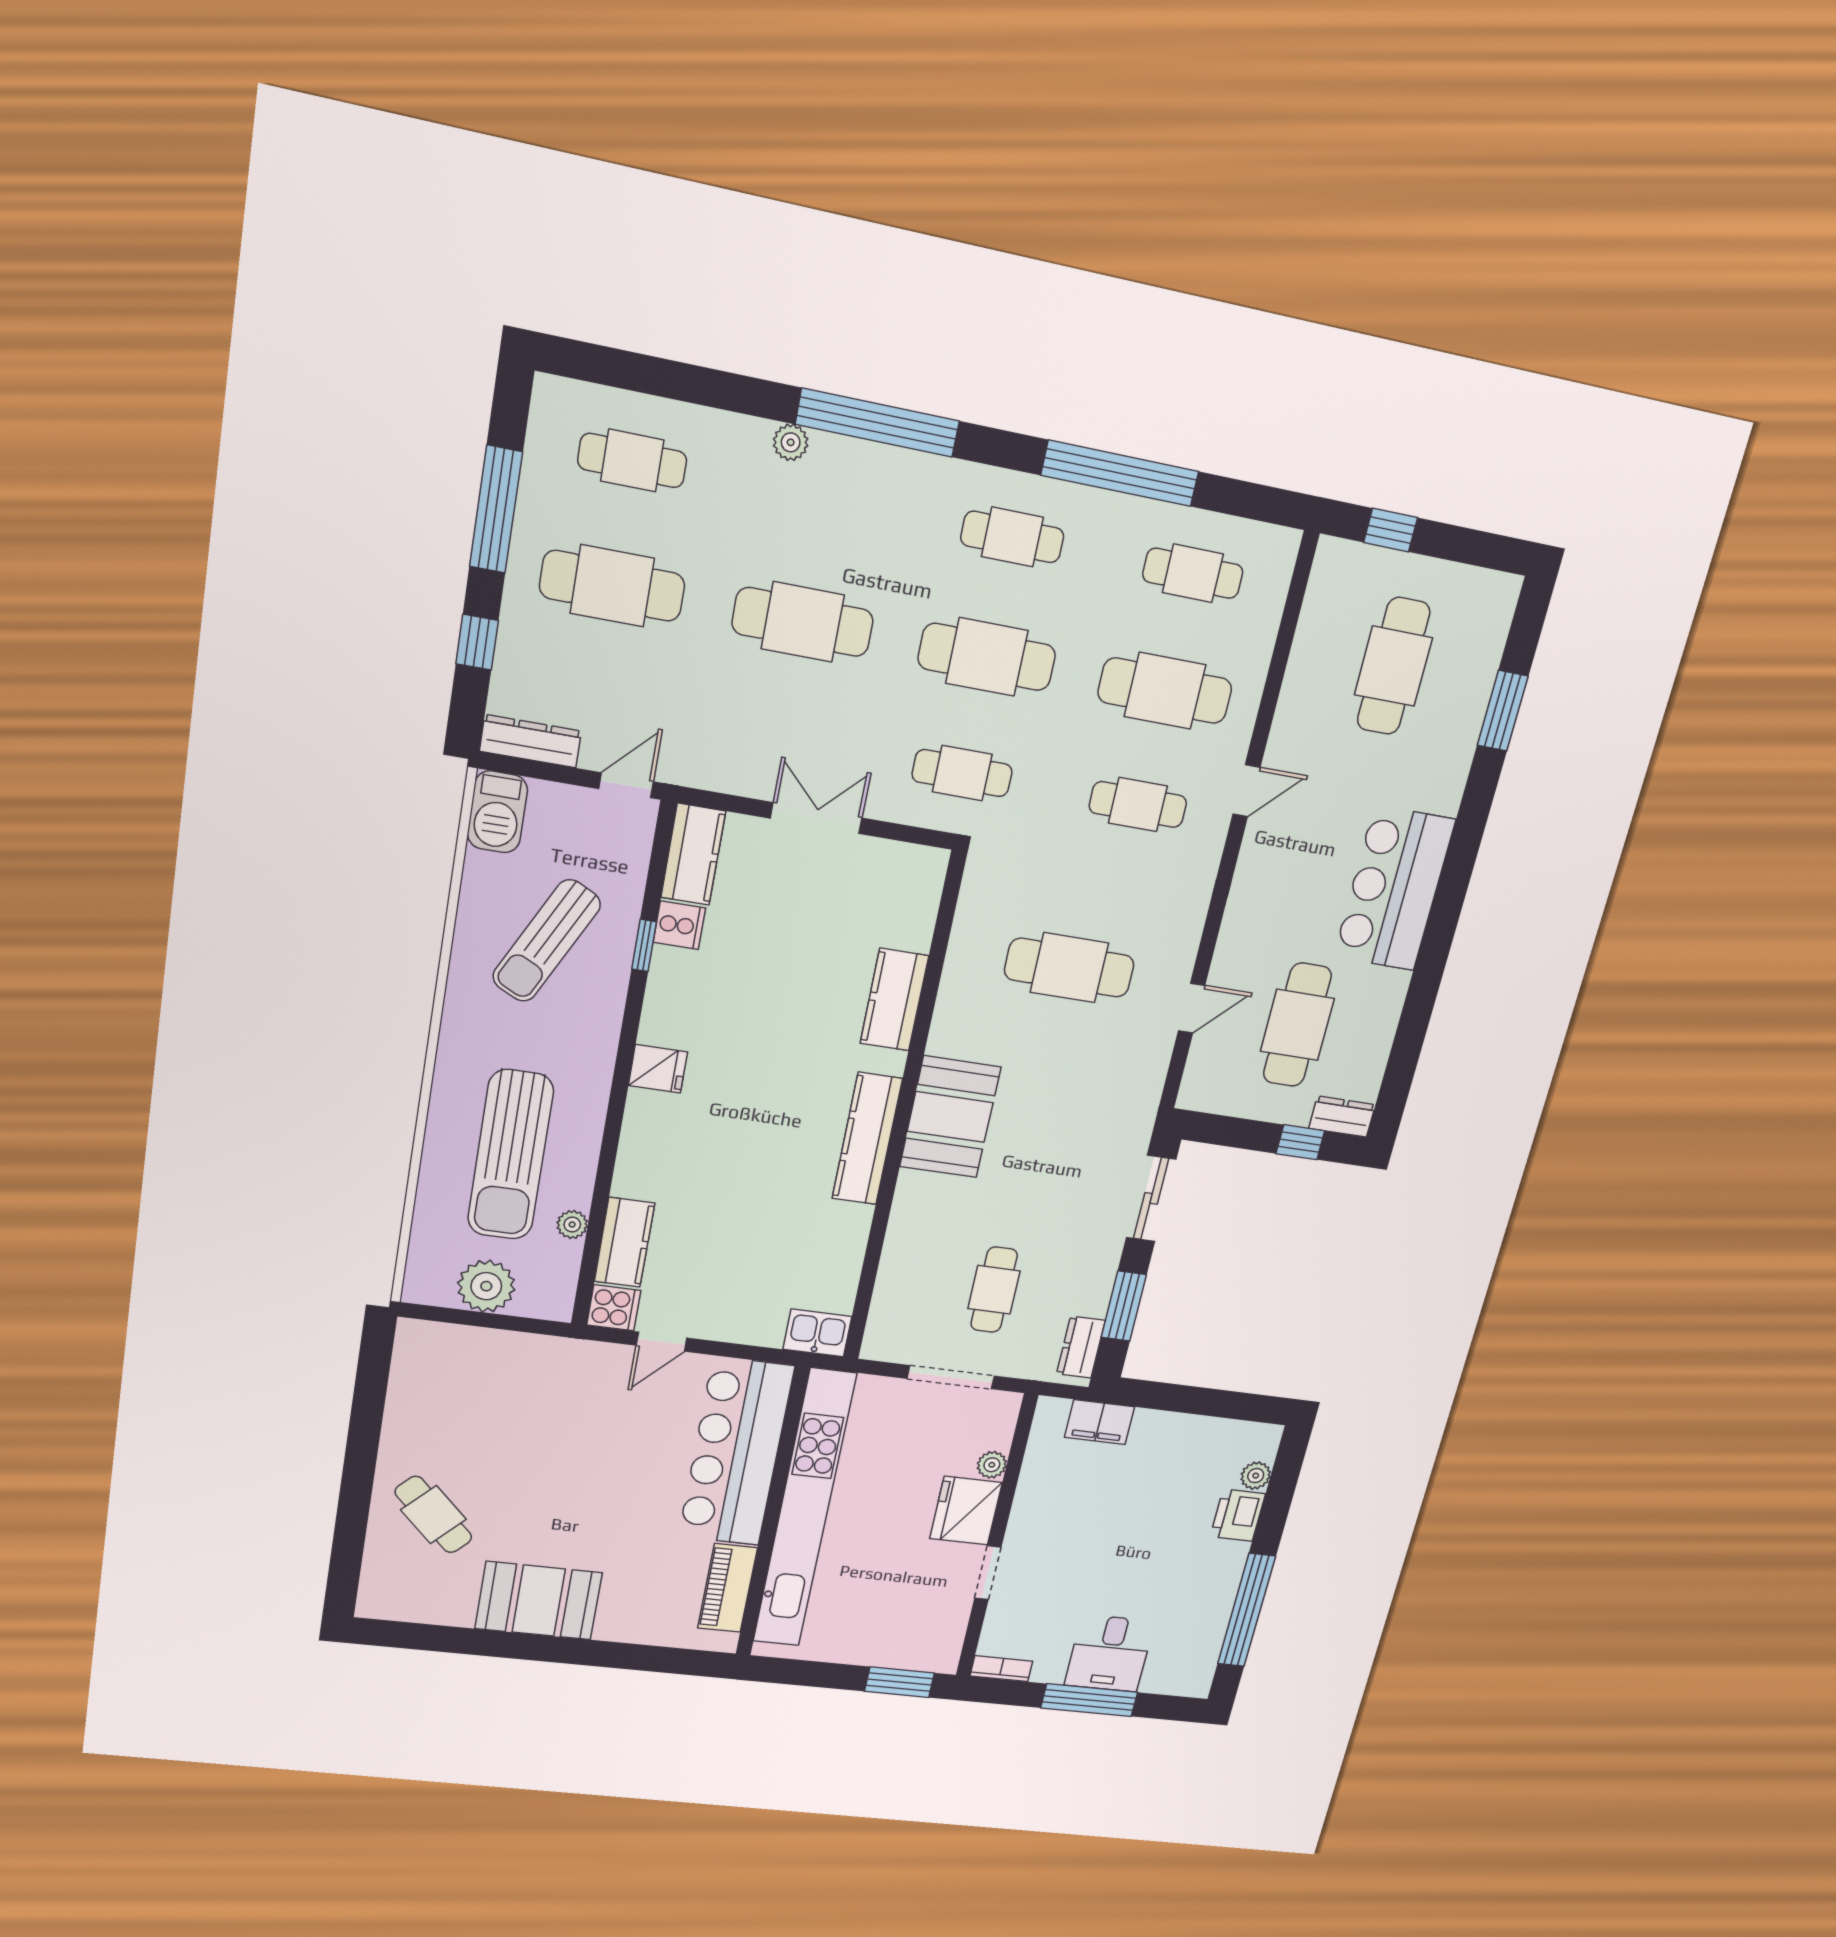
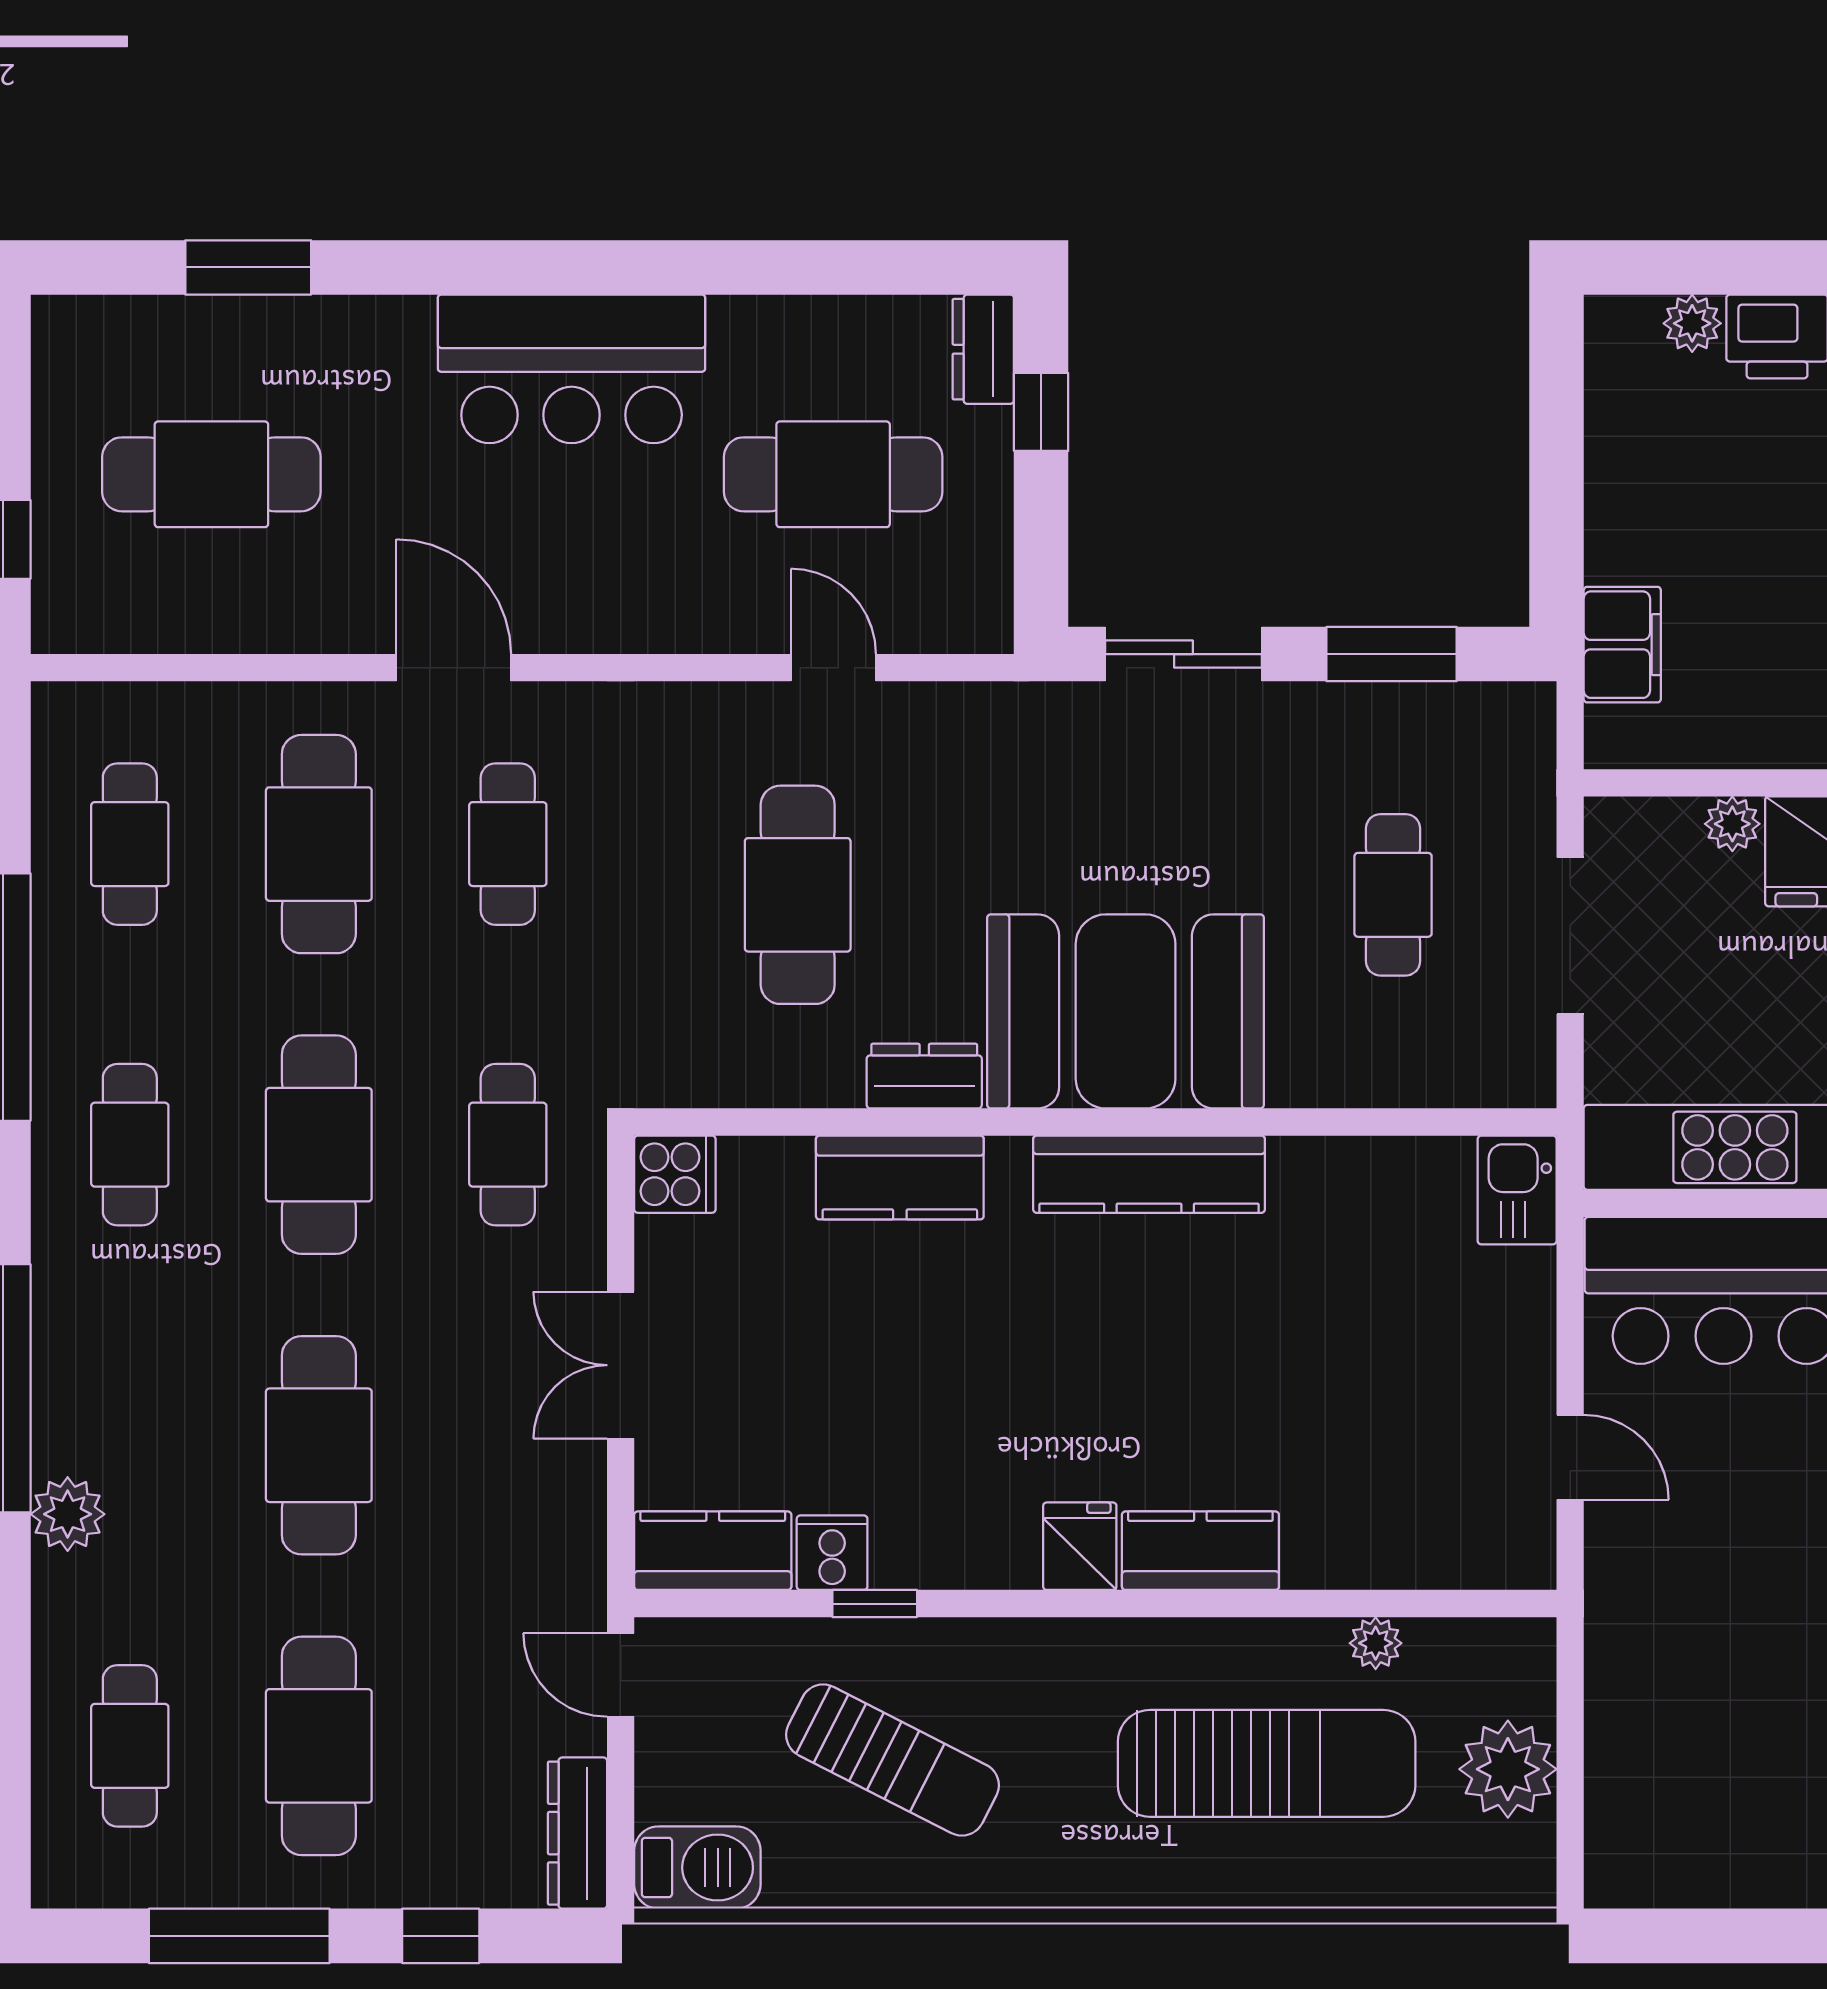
plant: (791, 442) -> (68, 1514), width x1.38, depth x1.38
door: (1246, 791) -> (454, 668), width x1.38
booth: (950, 1117) -> (1126, 1011), width x1.36, depth x1.42
kitchen counter: (624, 1242) -> (1200, 1551), moved
cafe table: (994, 1290) -> (1393, 895), turned 90
cooker: (614, 1308) -> (675, 1174), moved, turned 90
dresser: (1081, 1347) -> (924, 1076), moved, turned 180

